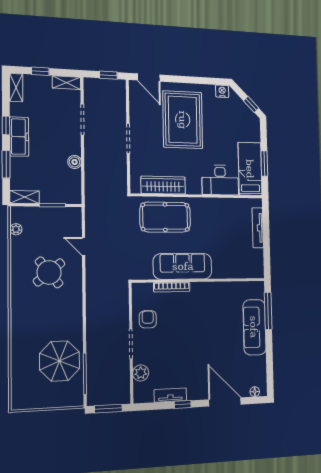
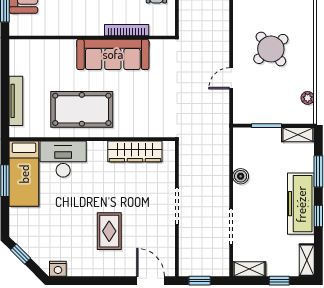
rug: (183, 120) -> (109, 231), width x0.54, depth x0.49
freezer: (19, 137) -> (301, 204), width x1.36, depth x1.26
pool table: (165, 217) -> (82, 109), moved
door: (84, 246) -> (231, 78), swing flipped

